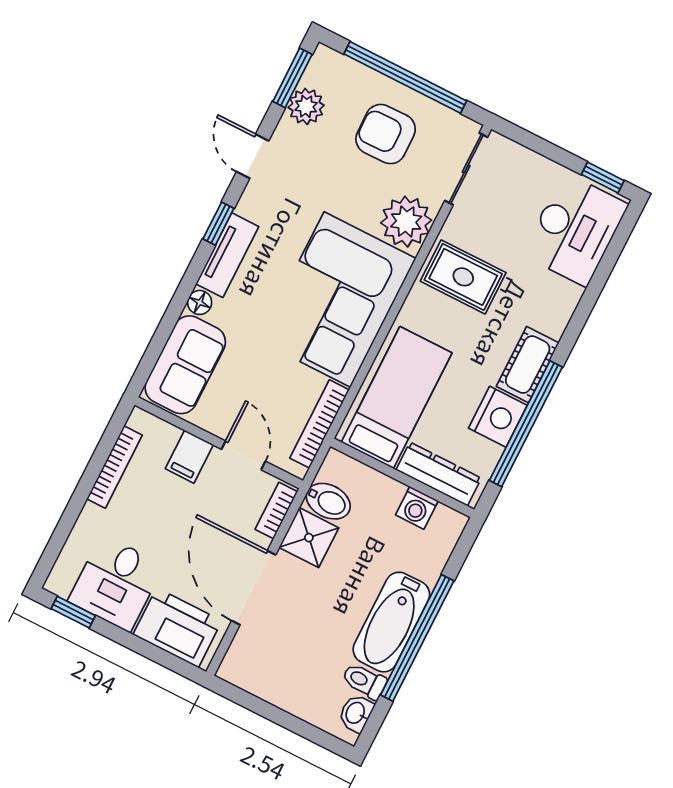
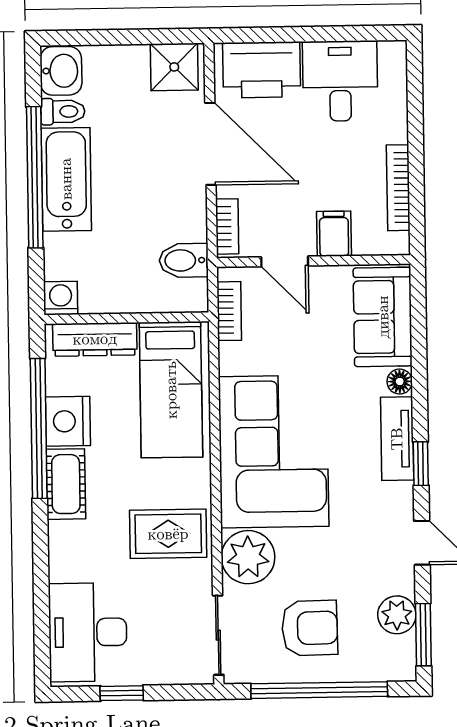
window: (603, 178) -> (122, 693), moved
bookcase: (320, 424) -> (229, 311), width x0.64
washing machine: (417, 508) -> (61, 298), moved
shower: (309, 538) -> (174, 67), moved
window: (73, 612) -> (365, 33), removed
washbasin: (356, 713) -> (61, 71), width x1.38, depth x1.45

